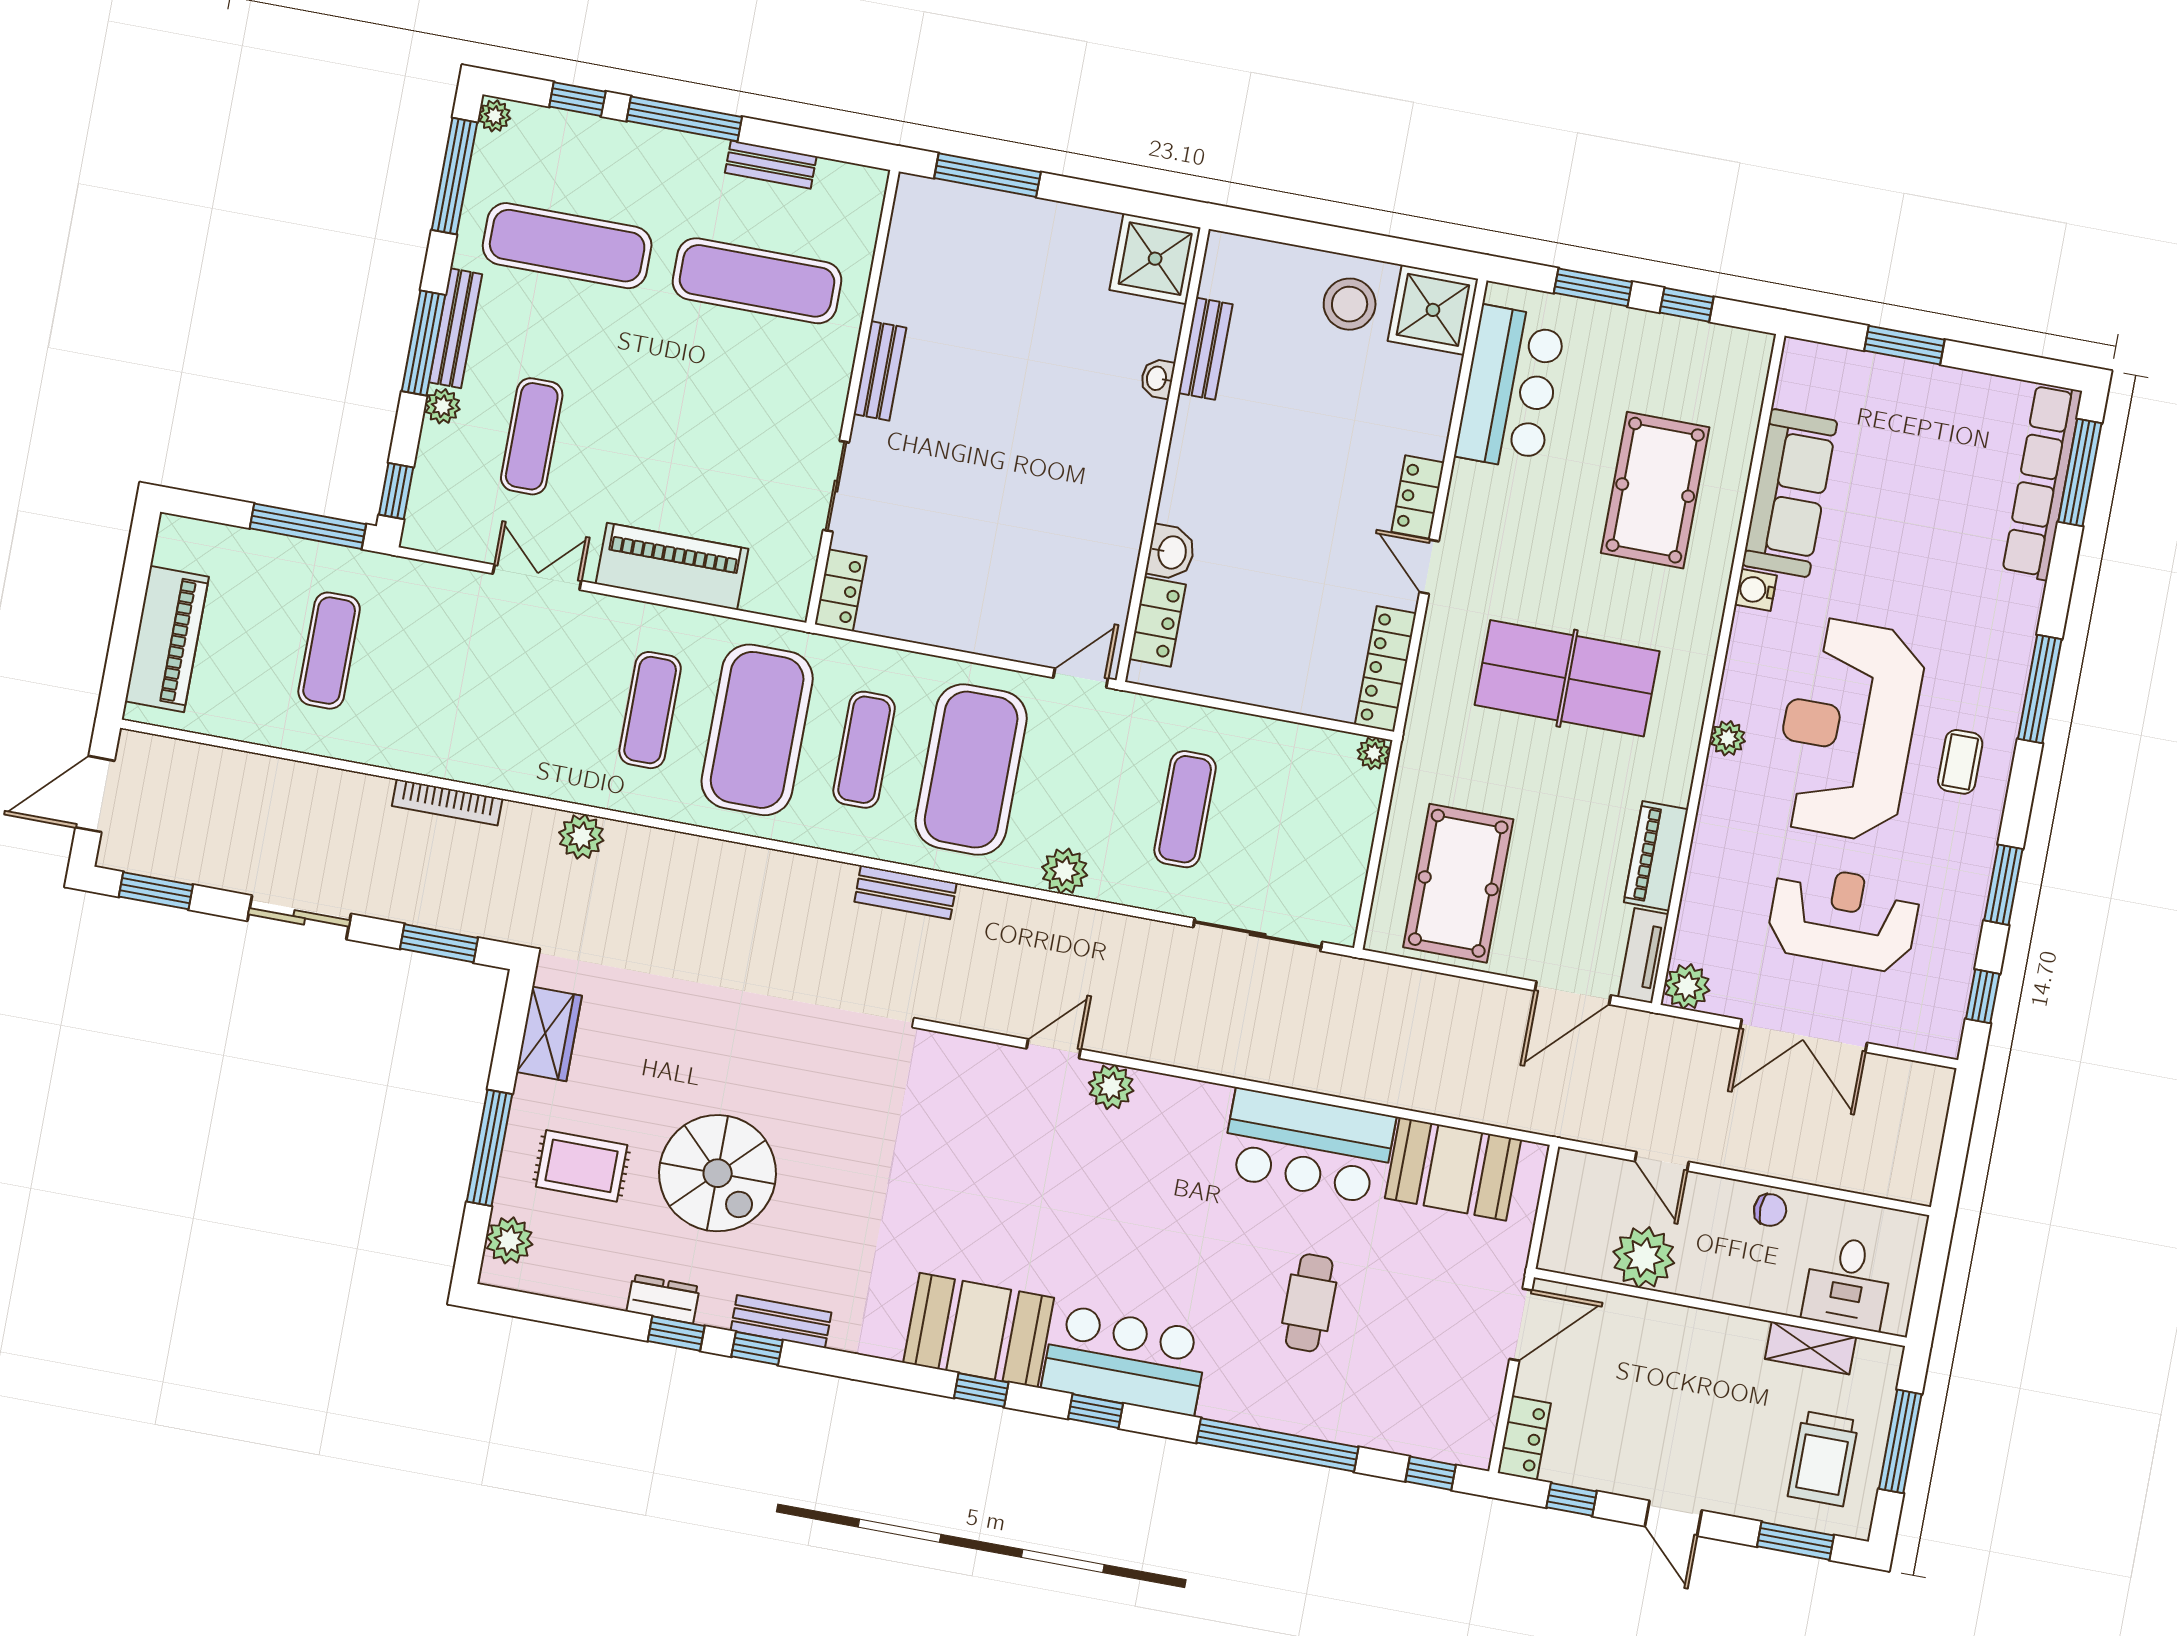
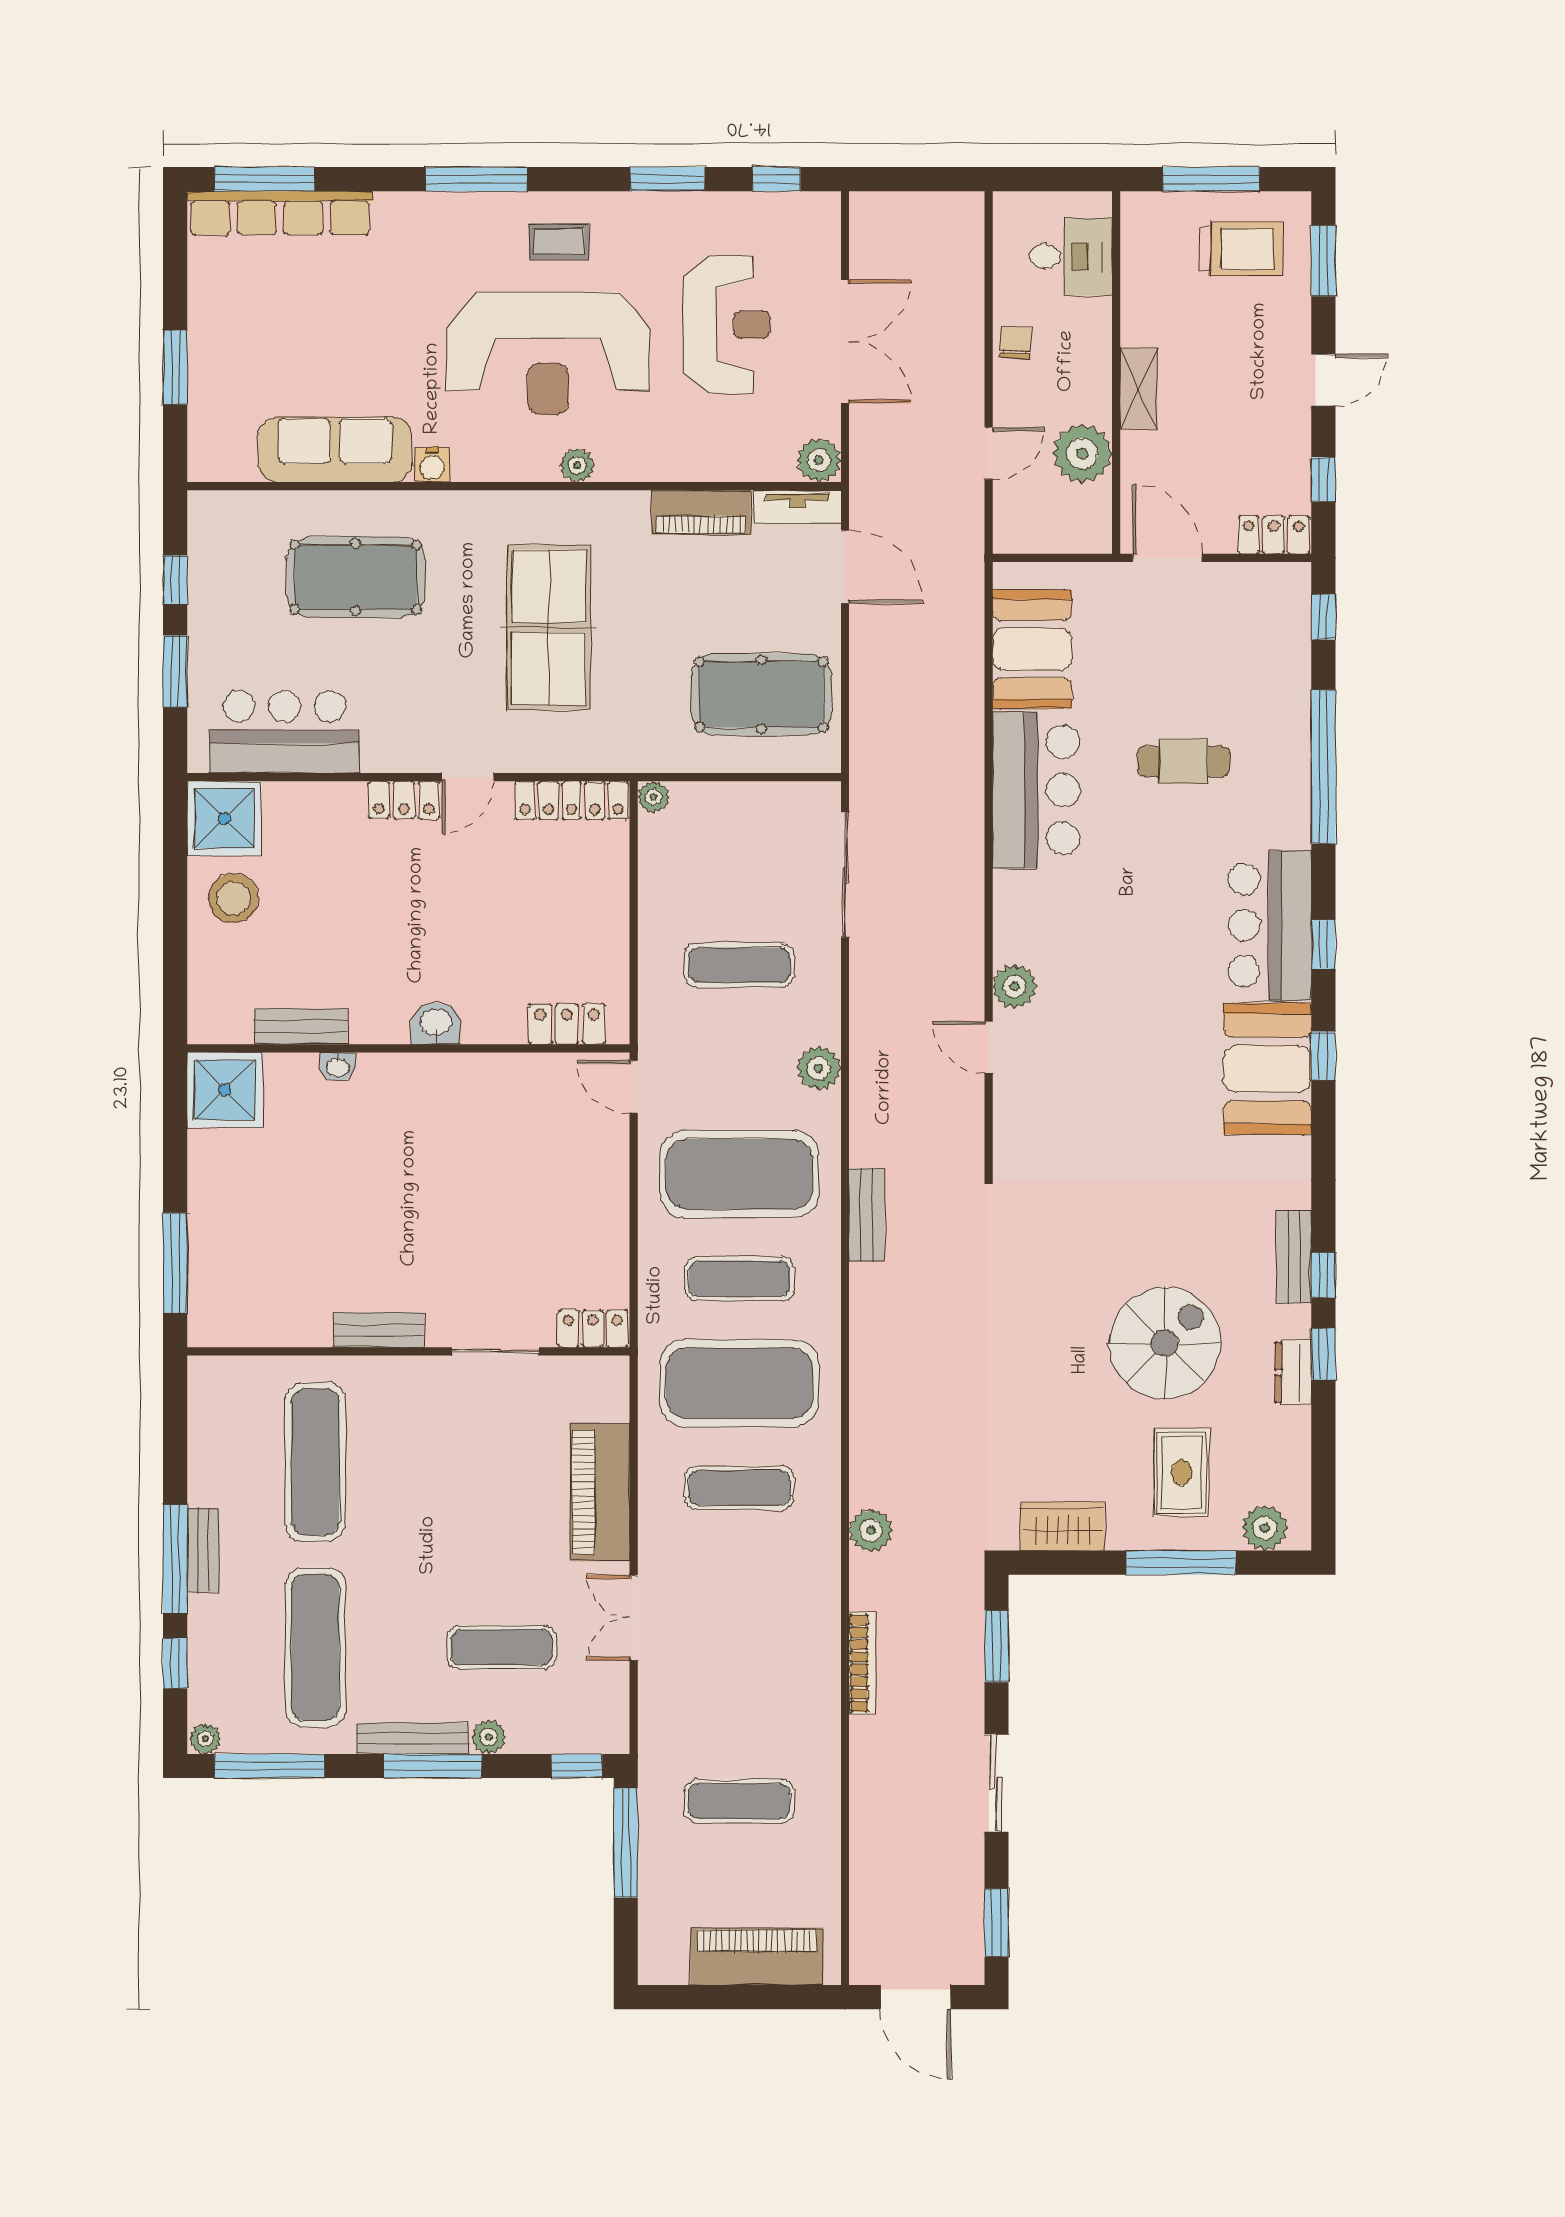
bench: (771, 165) -> (203, 1550), moved
washbasin: (1171, 552) -> (436, 1023), moved
reception desk: (1843, 918) -> (727, 325), turned 180
shelving: (1810, 1348) -> (1139, 389), moved

